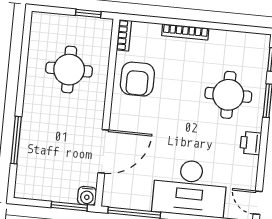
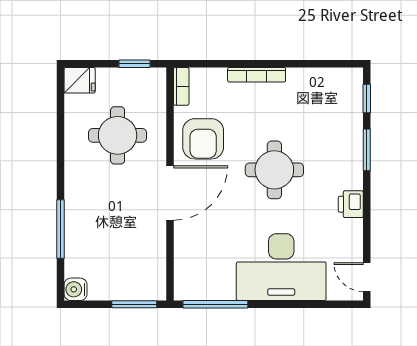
fridge: (43, 22) -> (80, 80), added
round table: (228, 95) -> (274, 170), moved
door: (103, 151) -> (170, 193), moved
water cooler: (87, 196) -> (76, 289), moved, turned 90

